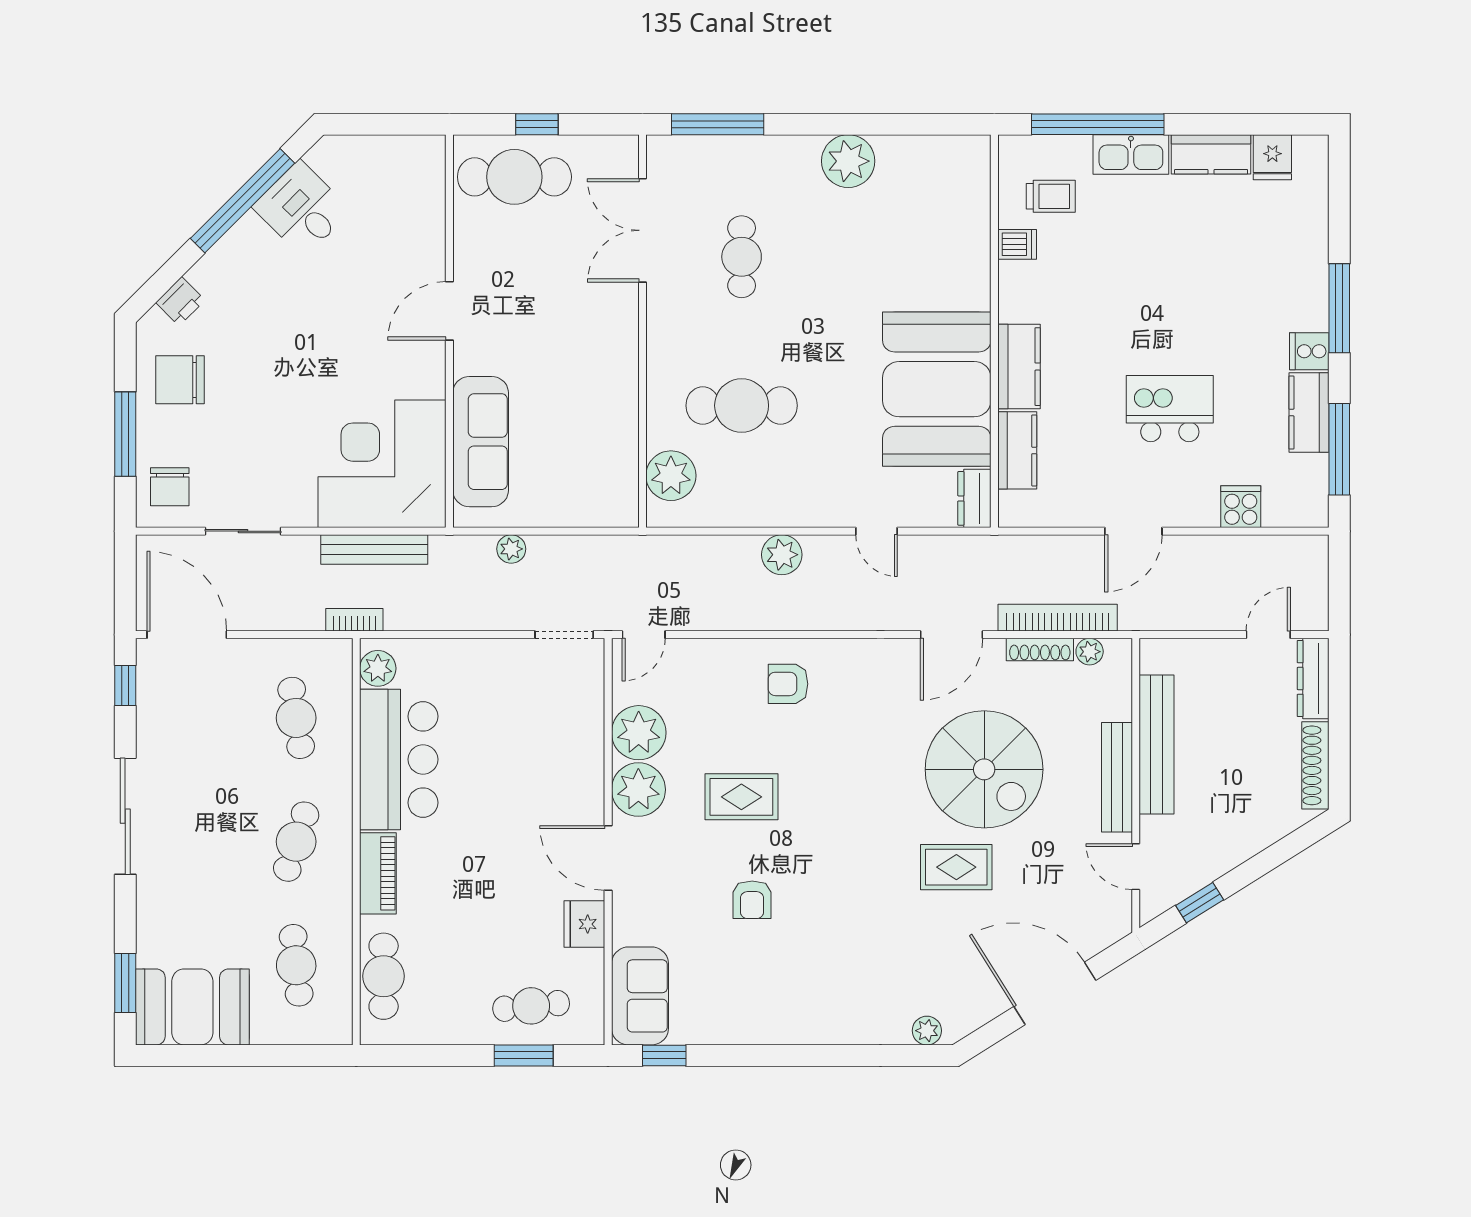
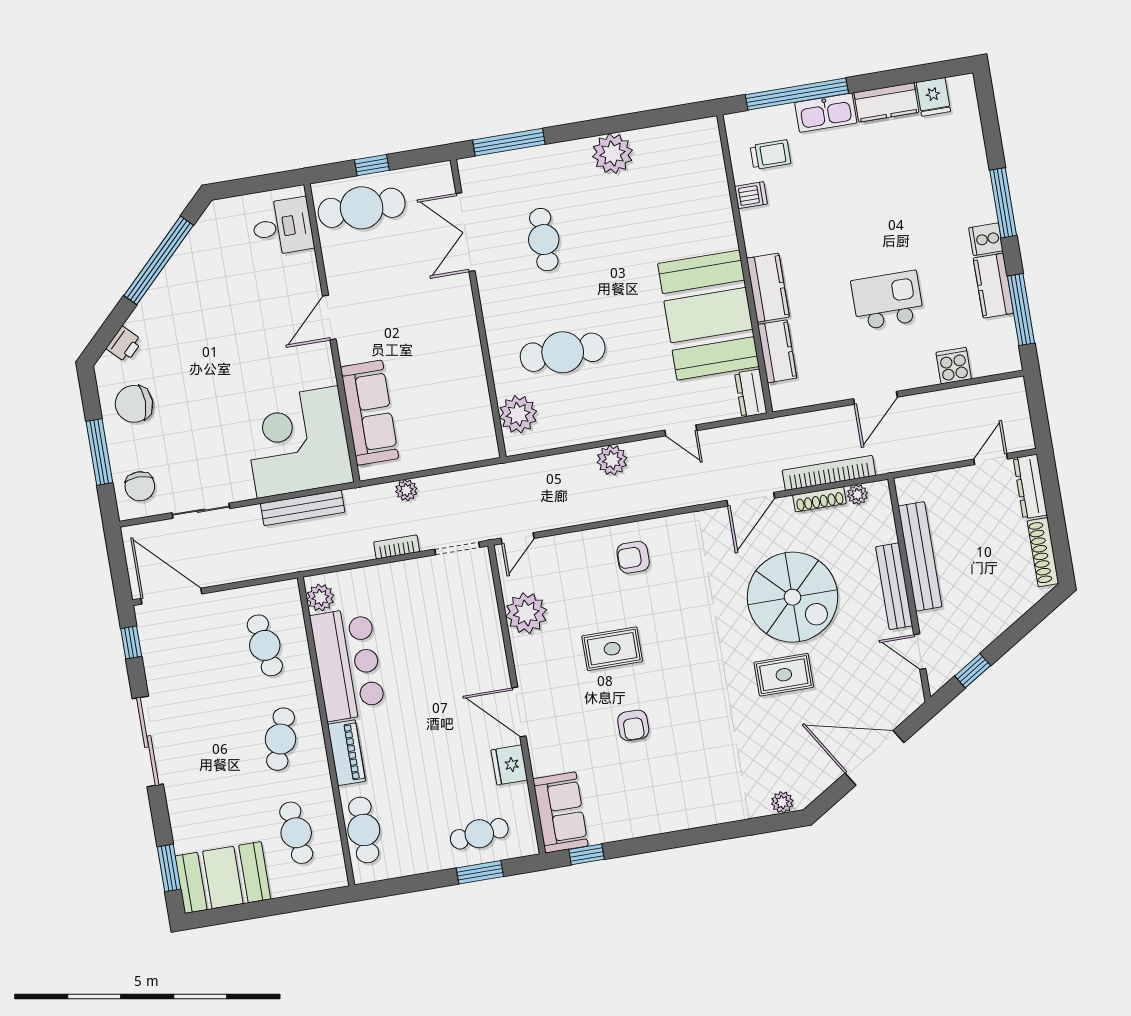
desk: (302, 209) -> (282, 227), moved, turned 135
bookcase: (354, 620) -> (397, 547), moved
plant: (638, 790) -> (533, 656), removed

